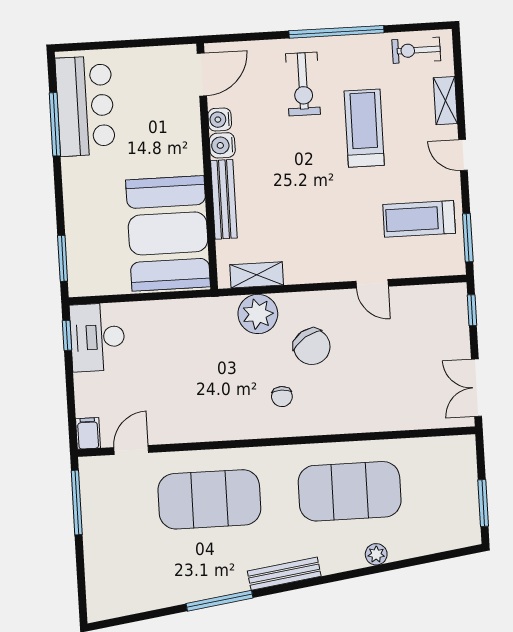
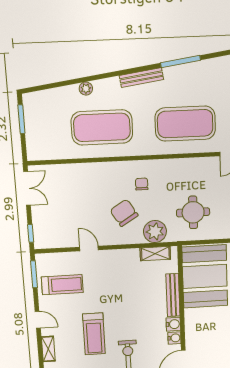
round table: (192, 348) -> (193, 212), added

